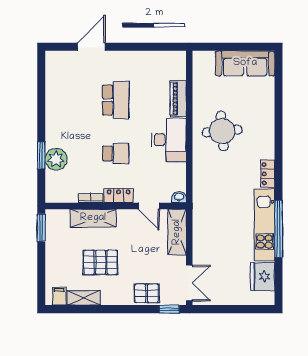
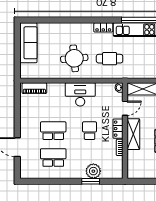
piano: (178, 99) -> (34, 88), moved
school desk: (76, 100) -> (53, 158), added
cafe table: (222, 183) -> (110, 59), added
shelving: (93, 218) -> (133, 134), moved
window: (41, 228) -> (140, 181), removed

